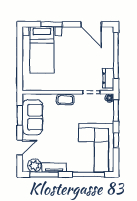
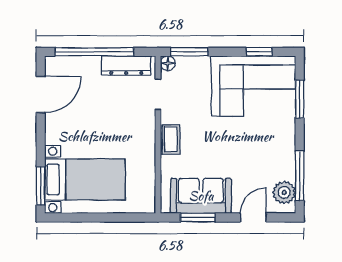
window: (52, 24) -> (41, 186), moved
dresser: (108, 78) -> (126, 65), width x1.44
window: (116, 140) -> (259, 52), moved
door: (20, 148) -> (253, 218), hinge flipped
tv unit: (54, 167) -> (288, 158), removed
window: (89, 174) -> (300, 99), width x0.69

